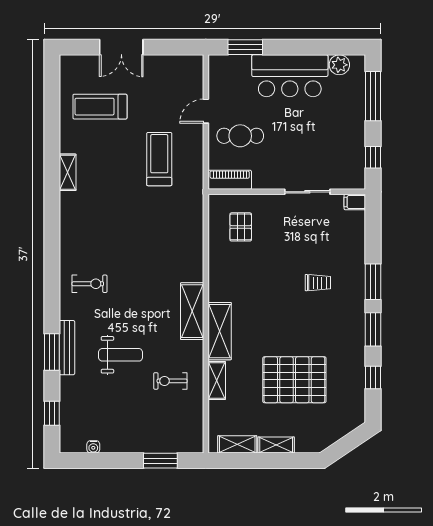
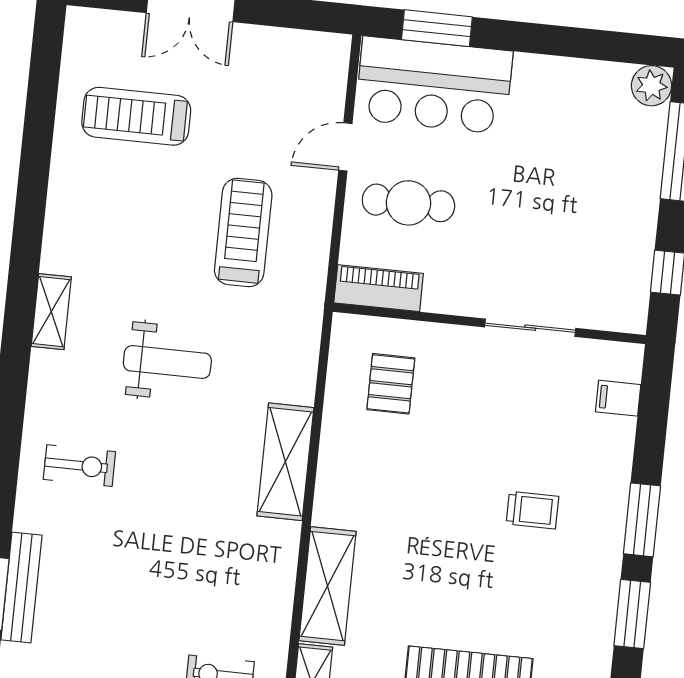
plant: (339, 65) -> (651, 86), moved
bar counter: (290, 76) -> (434, 85), moved
shelving: (68, 172) -> (51, 312), moved
filing cabinet: (355, 202) -> (618, 398), moved
shelving: (192, 311) -> (285, 462), moved
weight bench: (121, 355) -> (167, 362), moved

